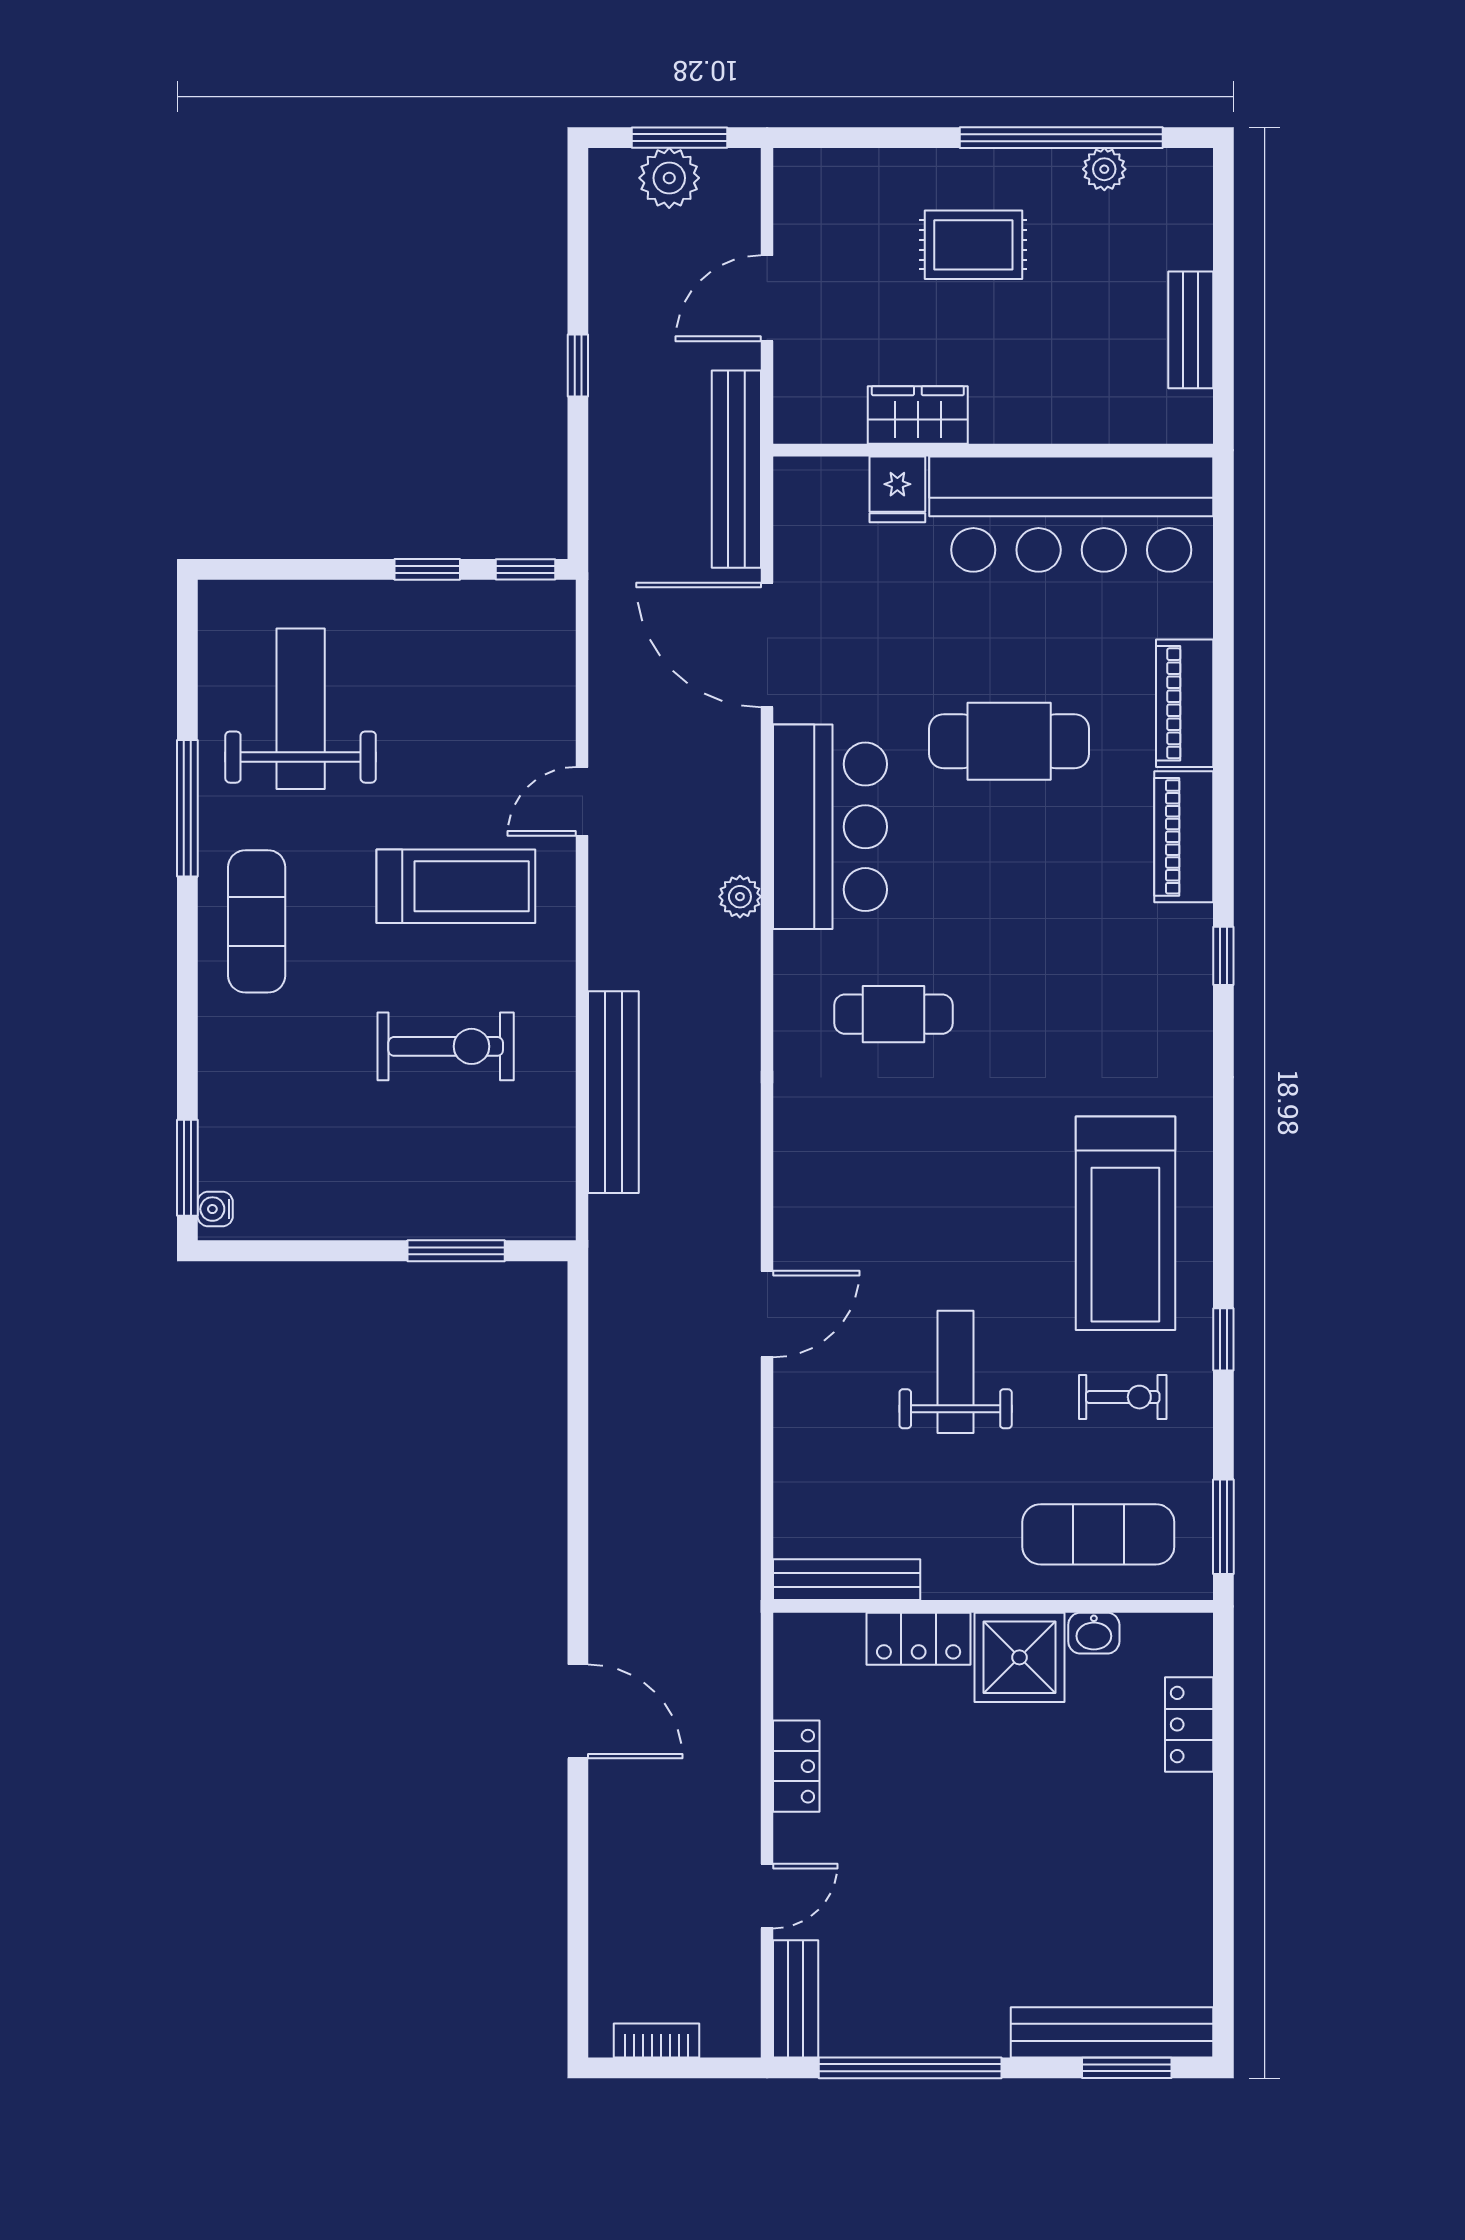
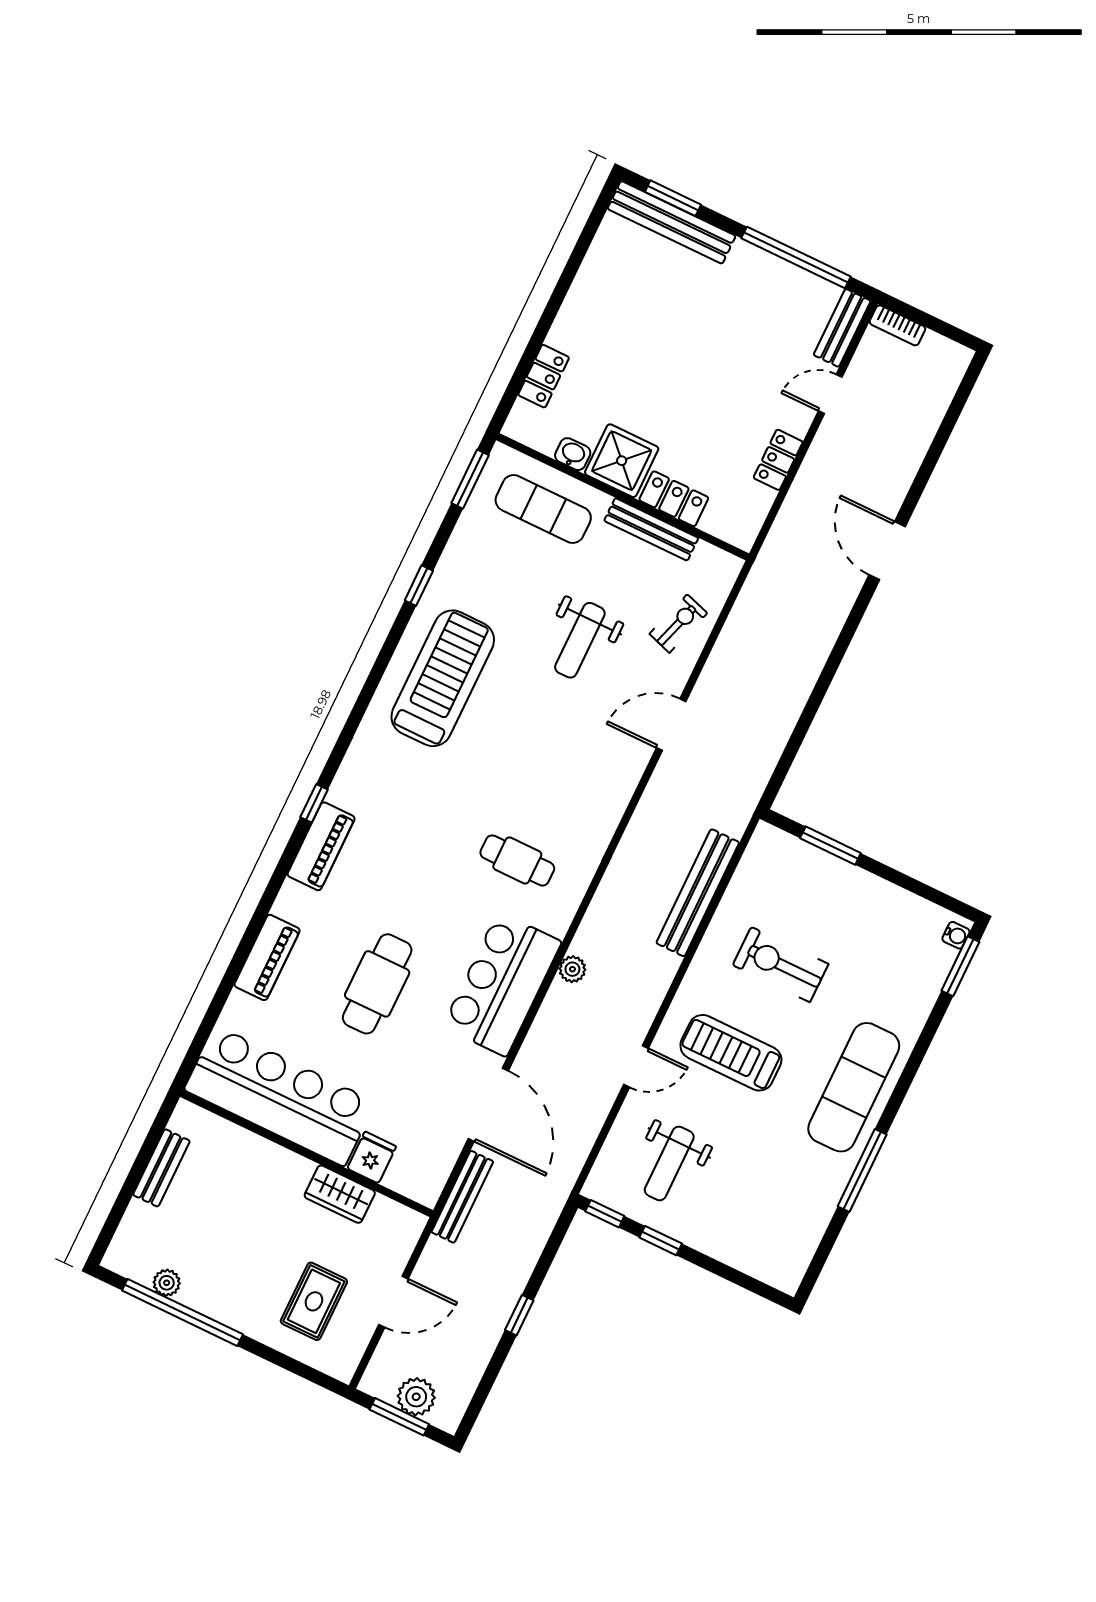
rug: (973, 245) -> (314, 1301), moved, turned 90
bench: (736, 469) -> (462, 1197), width x0.73, depth x0.82
weight bench: (301, 709) -> (669, 1163), moved, width x0.73, depth x0.75
cafe table: (1009, 741) -> (377, 984), turned 90
piano: (1184, 837) -> (321, 846), moved
exercise mat: (257, 921) -> (854, 1087), width x1.36, depth x1.45
exercise bike: (1123, 1397) -> (678, 624), moved, turned 108
bench: (847, 1580) -> (651, 529), moved
bookcase: (657, 2040) -> (897, 325), moved

